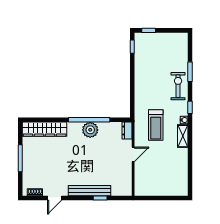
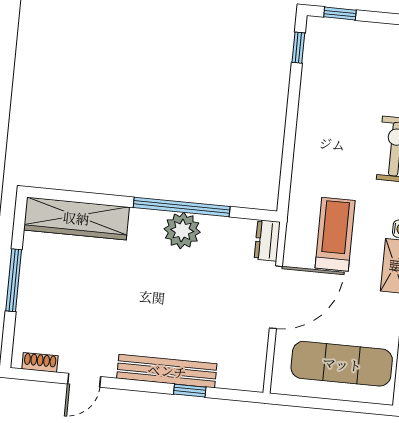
treadmill: (156, 125) -> (335, 234), turned 180
door: (133, 154) -> (276, 297), width x1.88
exercise mat: (164, 180) -> (342, 364), added

